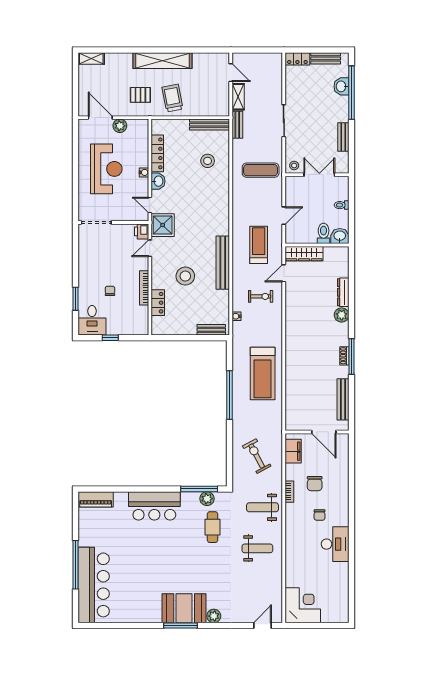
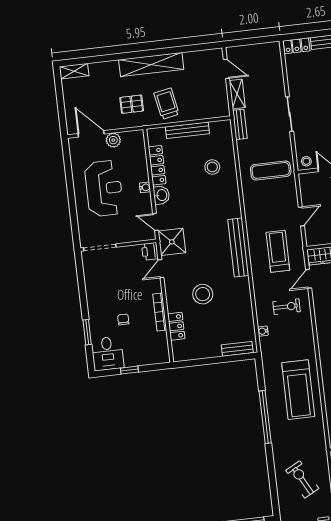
bench: (210, 125) -> (187, 130), moved
bench: (223, 263) -> (238, 248), moved

